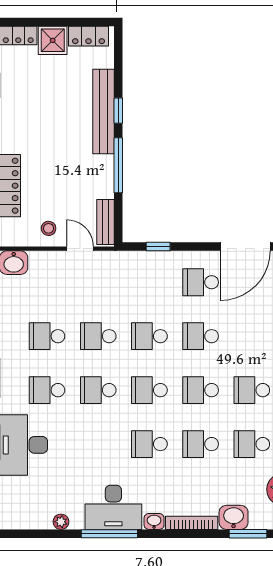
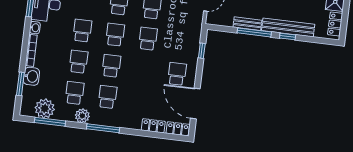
bench: (105, 222) -> (247, 24), moved
school desk: (201, 336) -> (144, 70), removed

